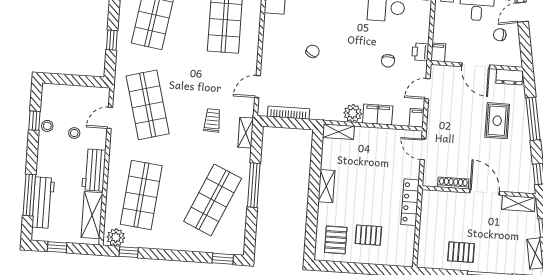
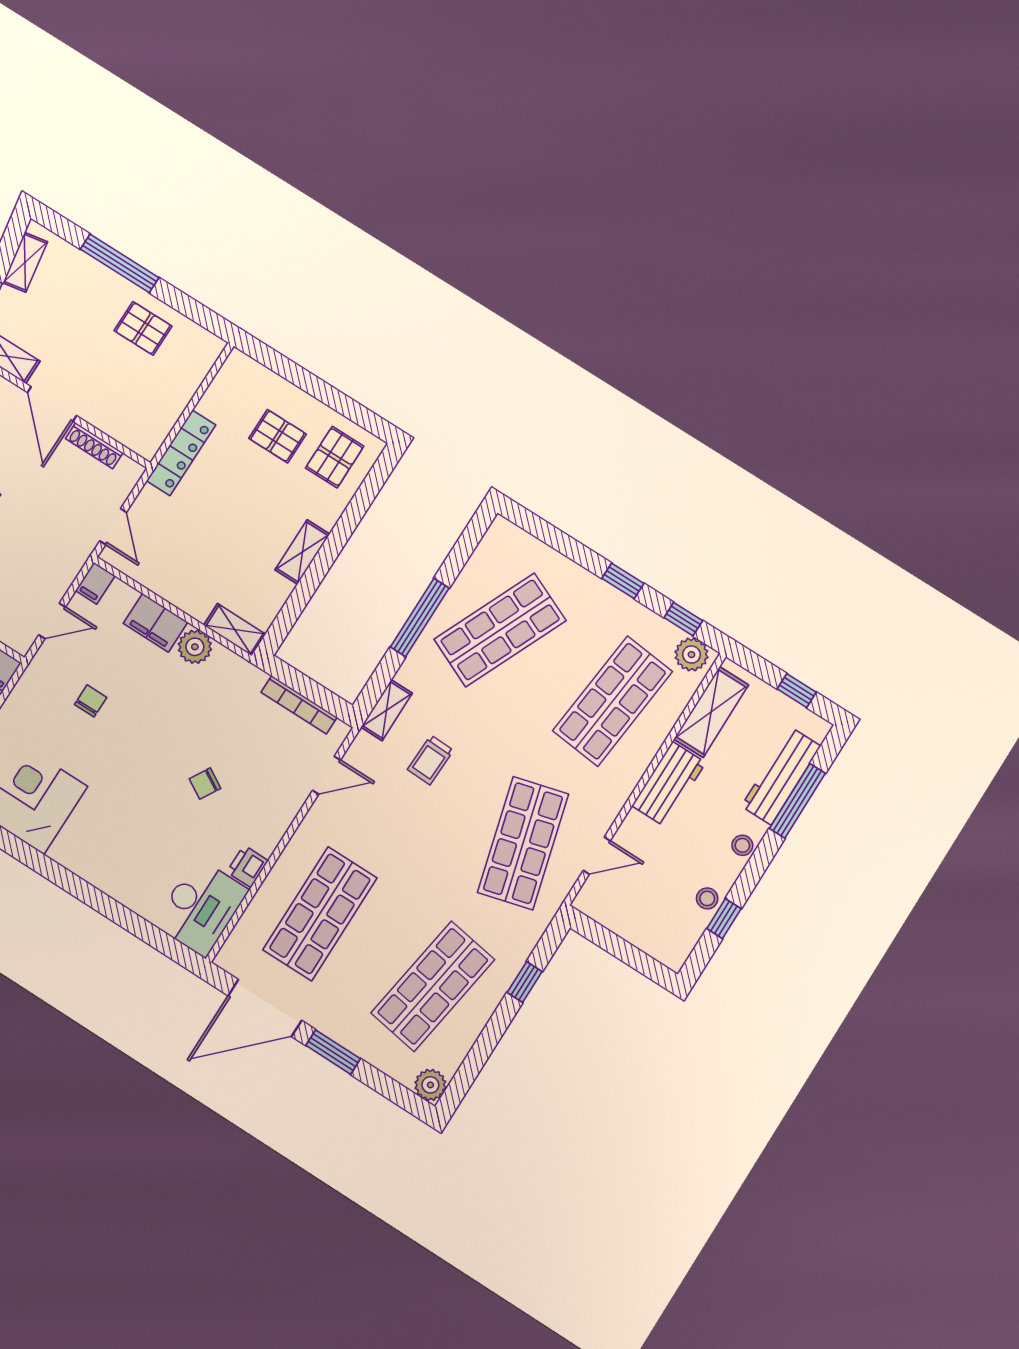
printer: (420, 52) -> (247, 866), moved, turned 180
stool: (74, 133) -> (742, 845), moved
window: (223, 259) -> (623, 581), moved

